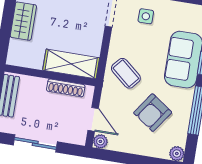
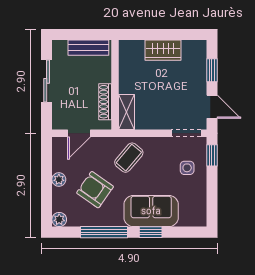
shelving: (71, 64) -> (126, 112), width x0.67, depth x0.75
plant: (100, 141) -> (59, 179), moved

